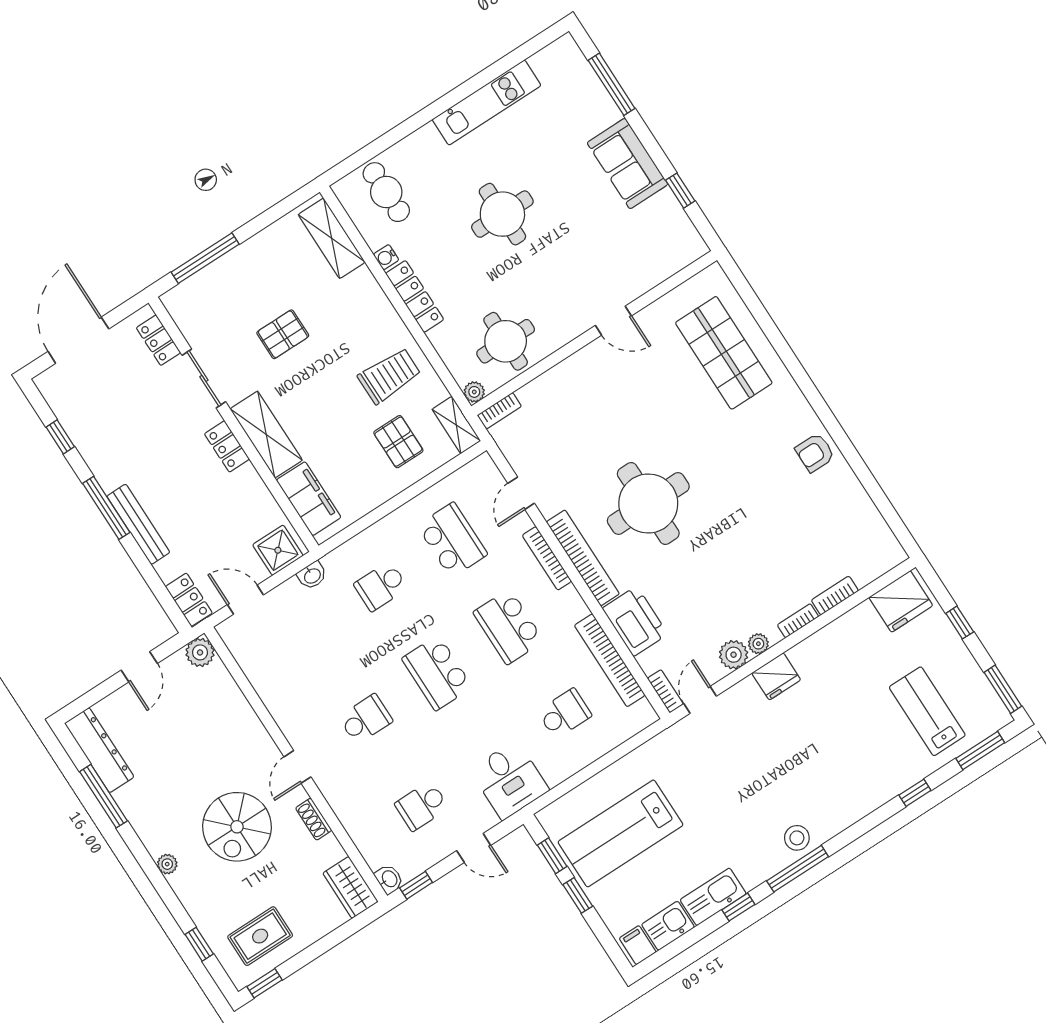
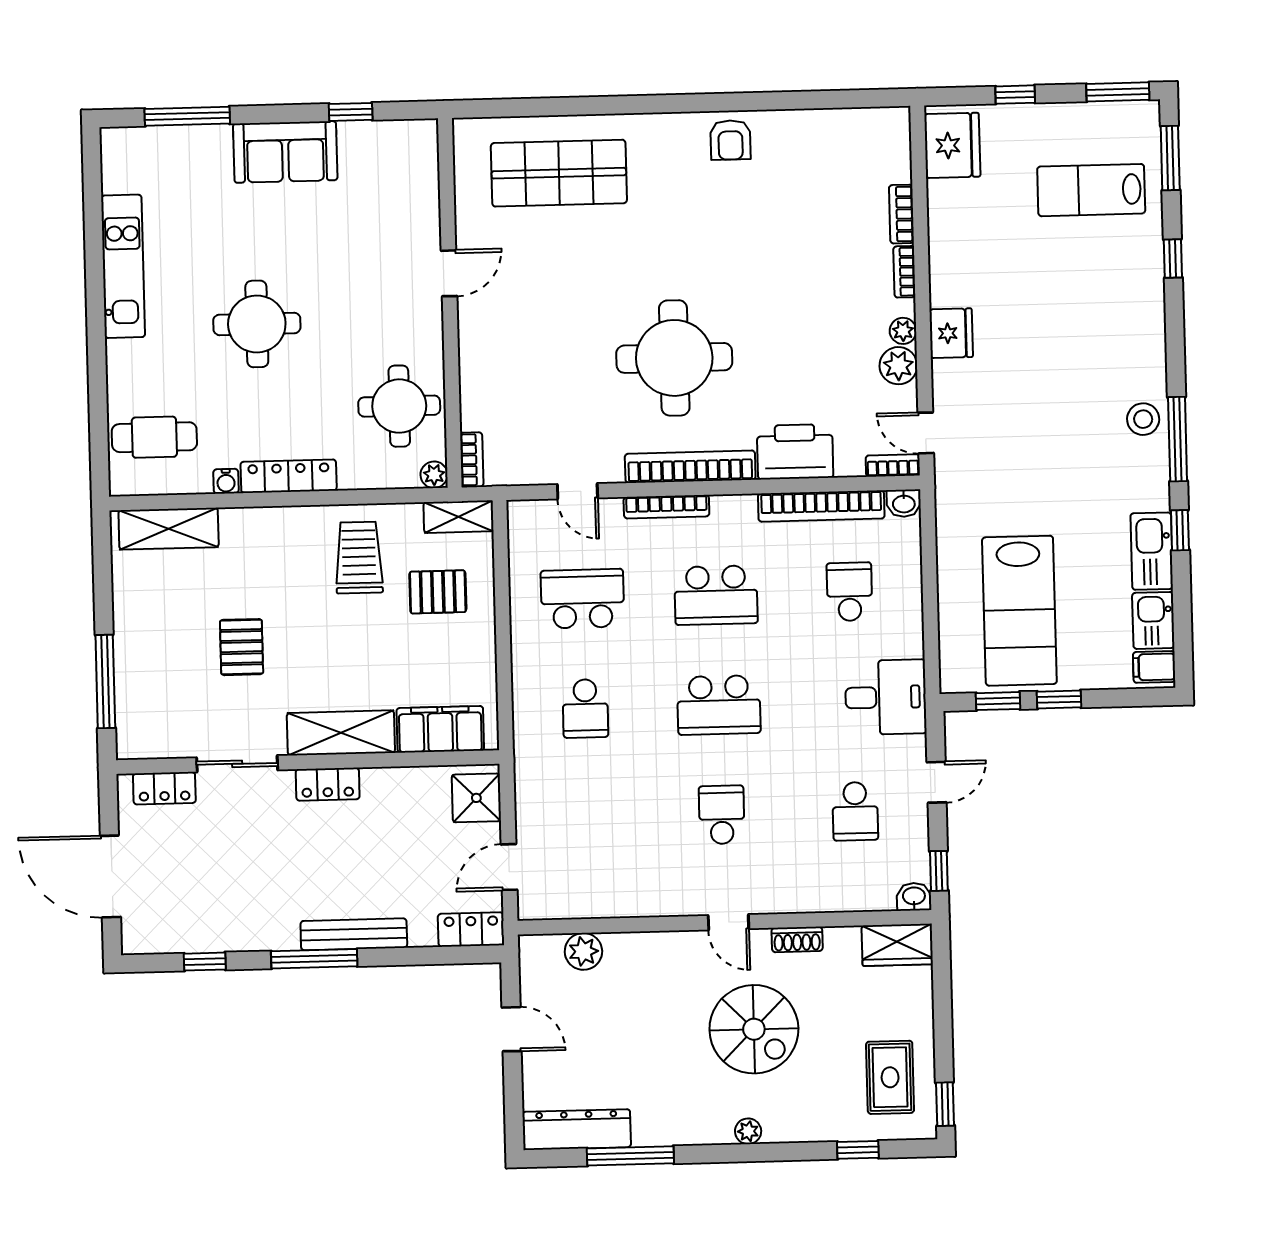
washbasin: (312, 575) -> (904, 503), moved, turned 90
plant: (200, 652) -> (583, 951), moved

